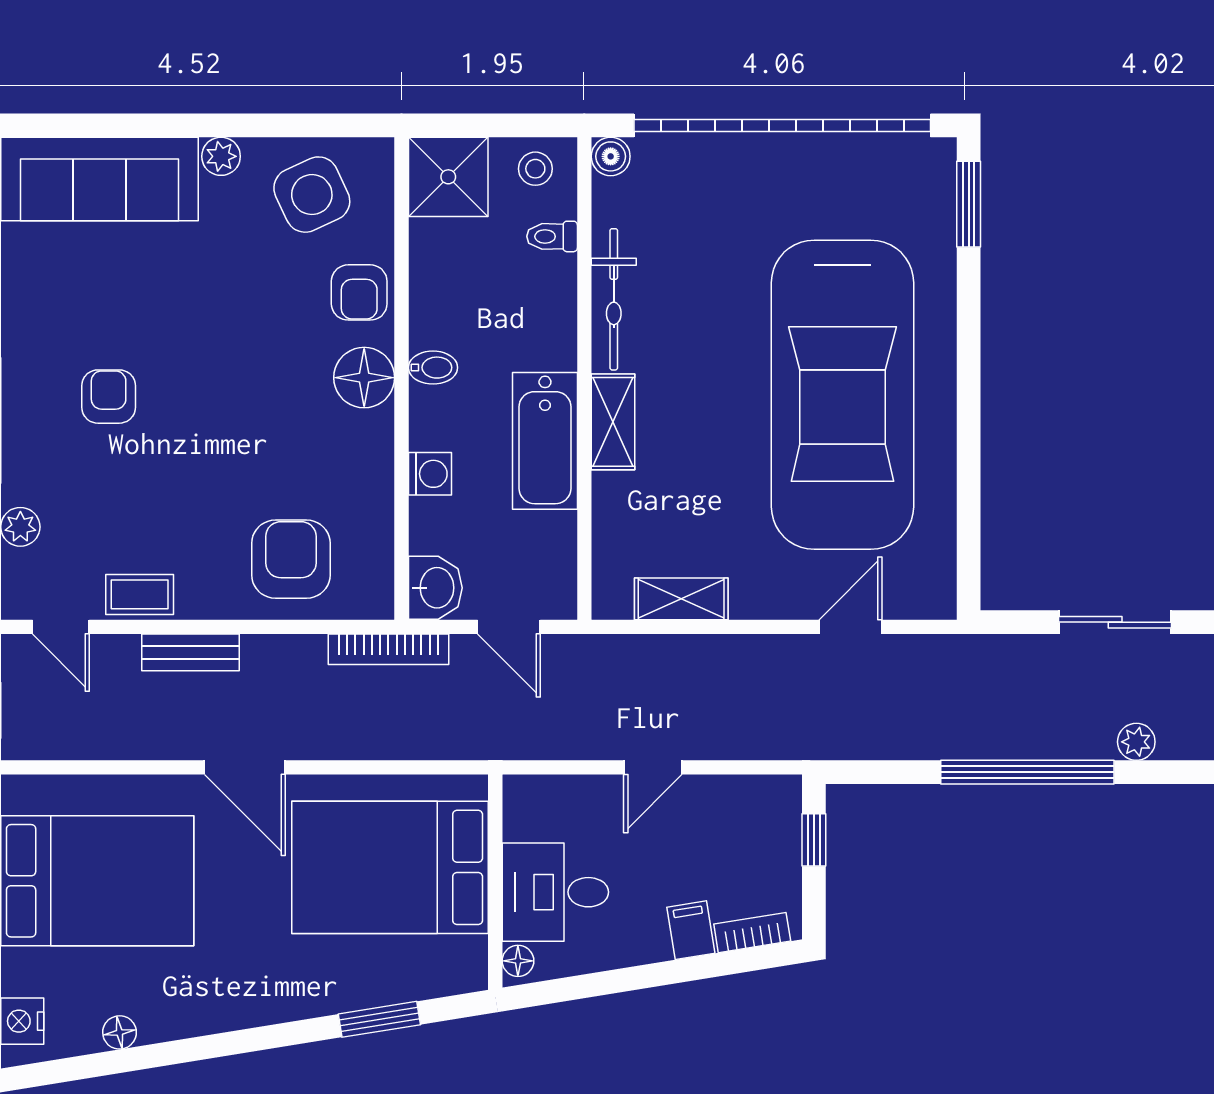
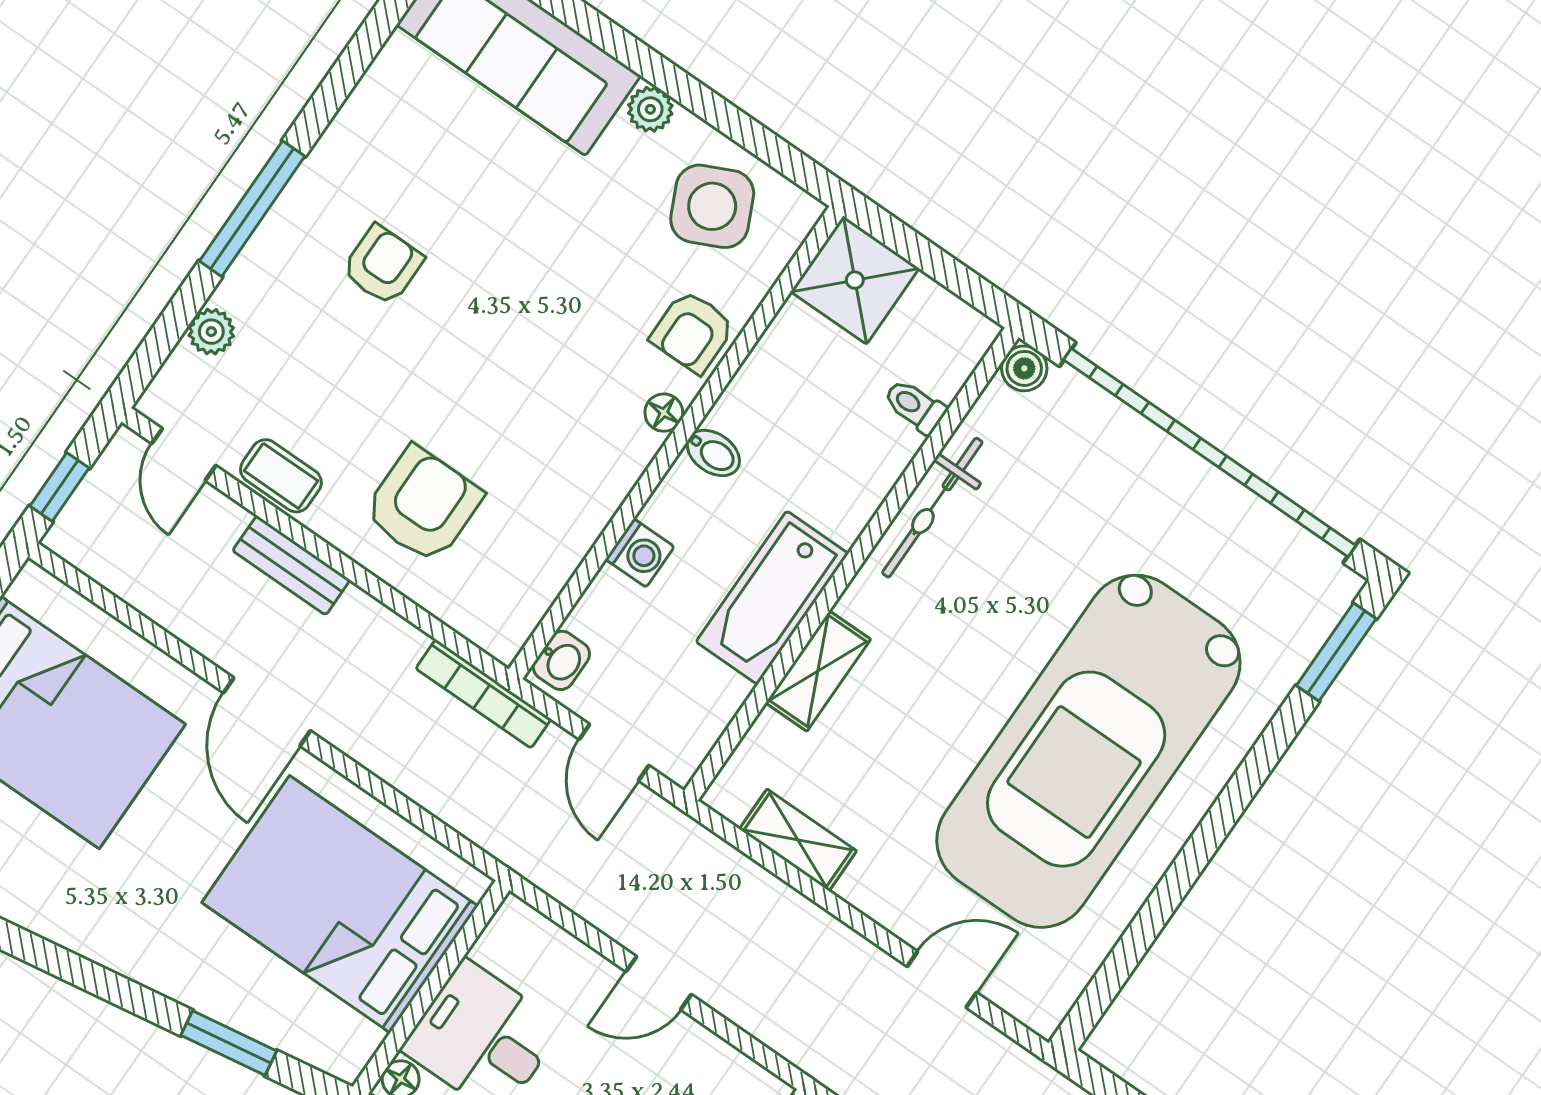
stool: (535, 169) -> (944, 330), removed
floor lamp: (364, 378) -> (664, 413), width x0.53, depth x0.53
shelving: (613, 422) -> (818, 671), moved
armchair: (291, 559) -> (423, 505), moved
washbasin: (435, 588) -> (561, 660), width x0.72, depth x0.69

